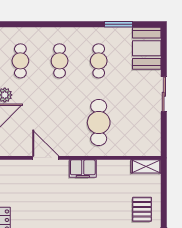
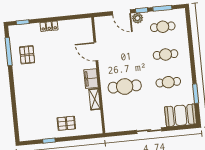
door: (46, 158) -> (96, 52), swing flipped
shelving: (146, 166) -> (95, 99), moved

